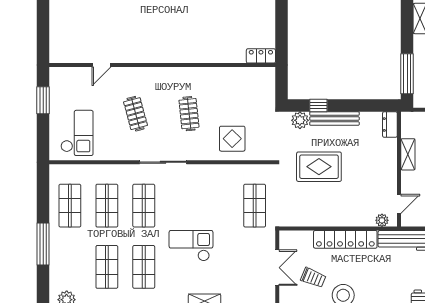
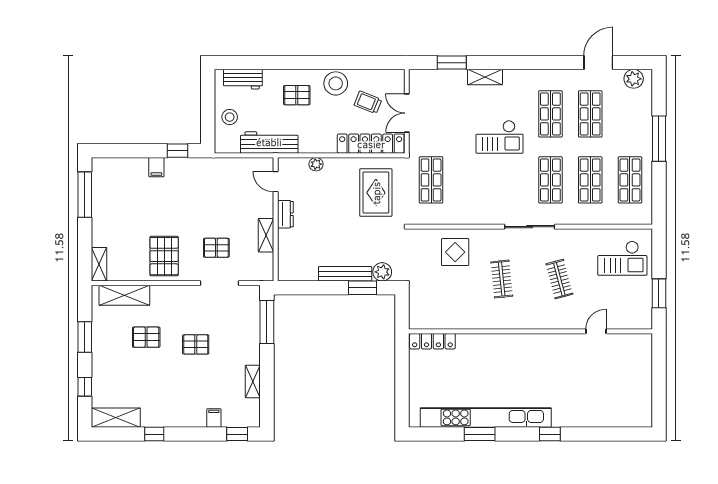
locker: (261, 56) -> (432, 341), width x1.53
window: (318, 105) -> (362, 288), width x1.50
dresser: (390, 125) -> (285, 214), moved
checkout: (77, 133) -> (622, 258), turned -90
rug: (319, 167) -> (376, 193), moved, turned 90
door: (399, 204) -> (276, 182), hinge flipped
plant: (382, 220) -> (316, 164), moved
locker: (345, 239) -> (371, 144), moved
pallet: (379, 284) -> (297, 95), added

